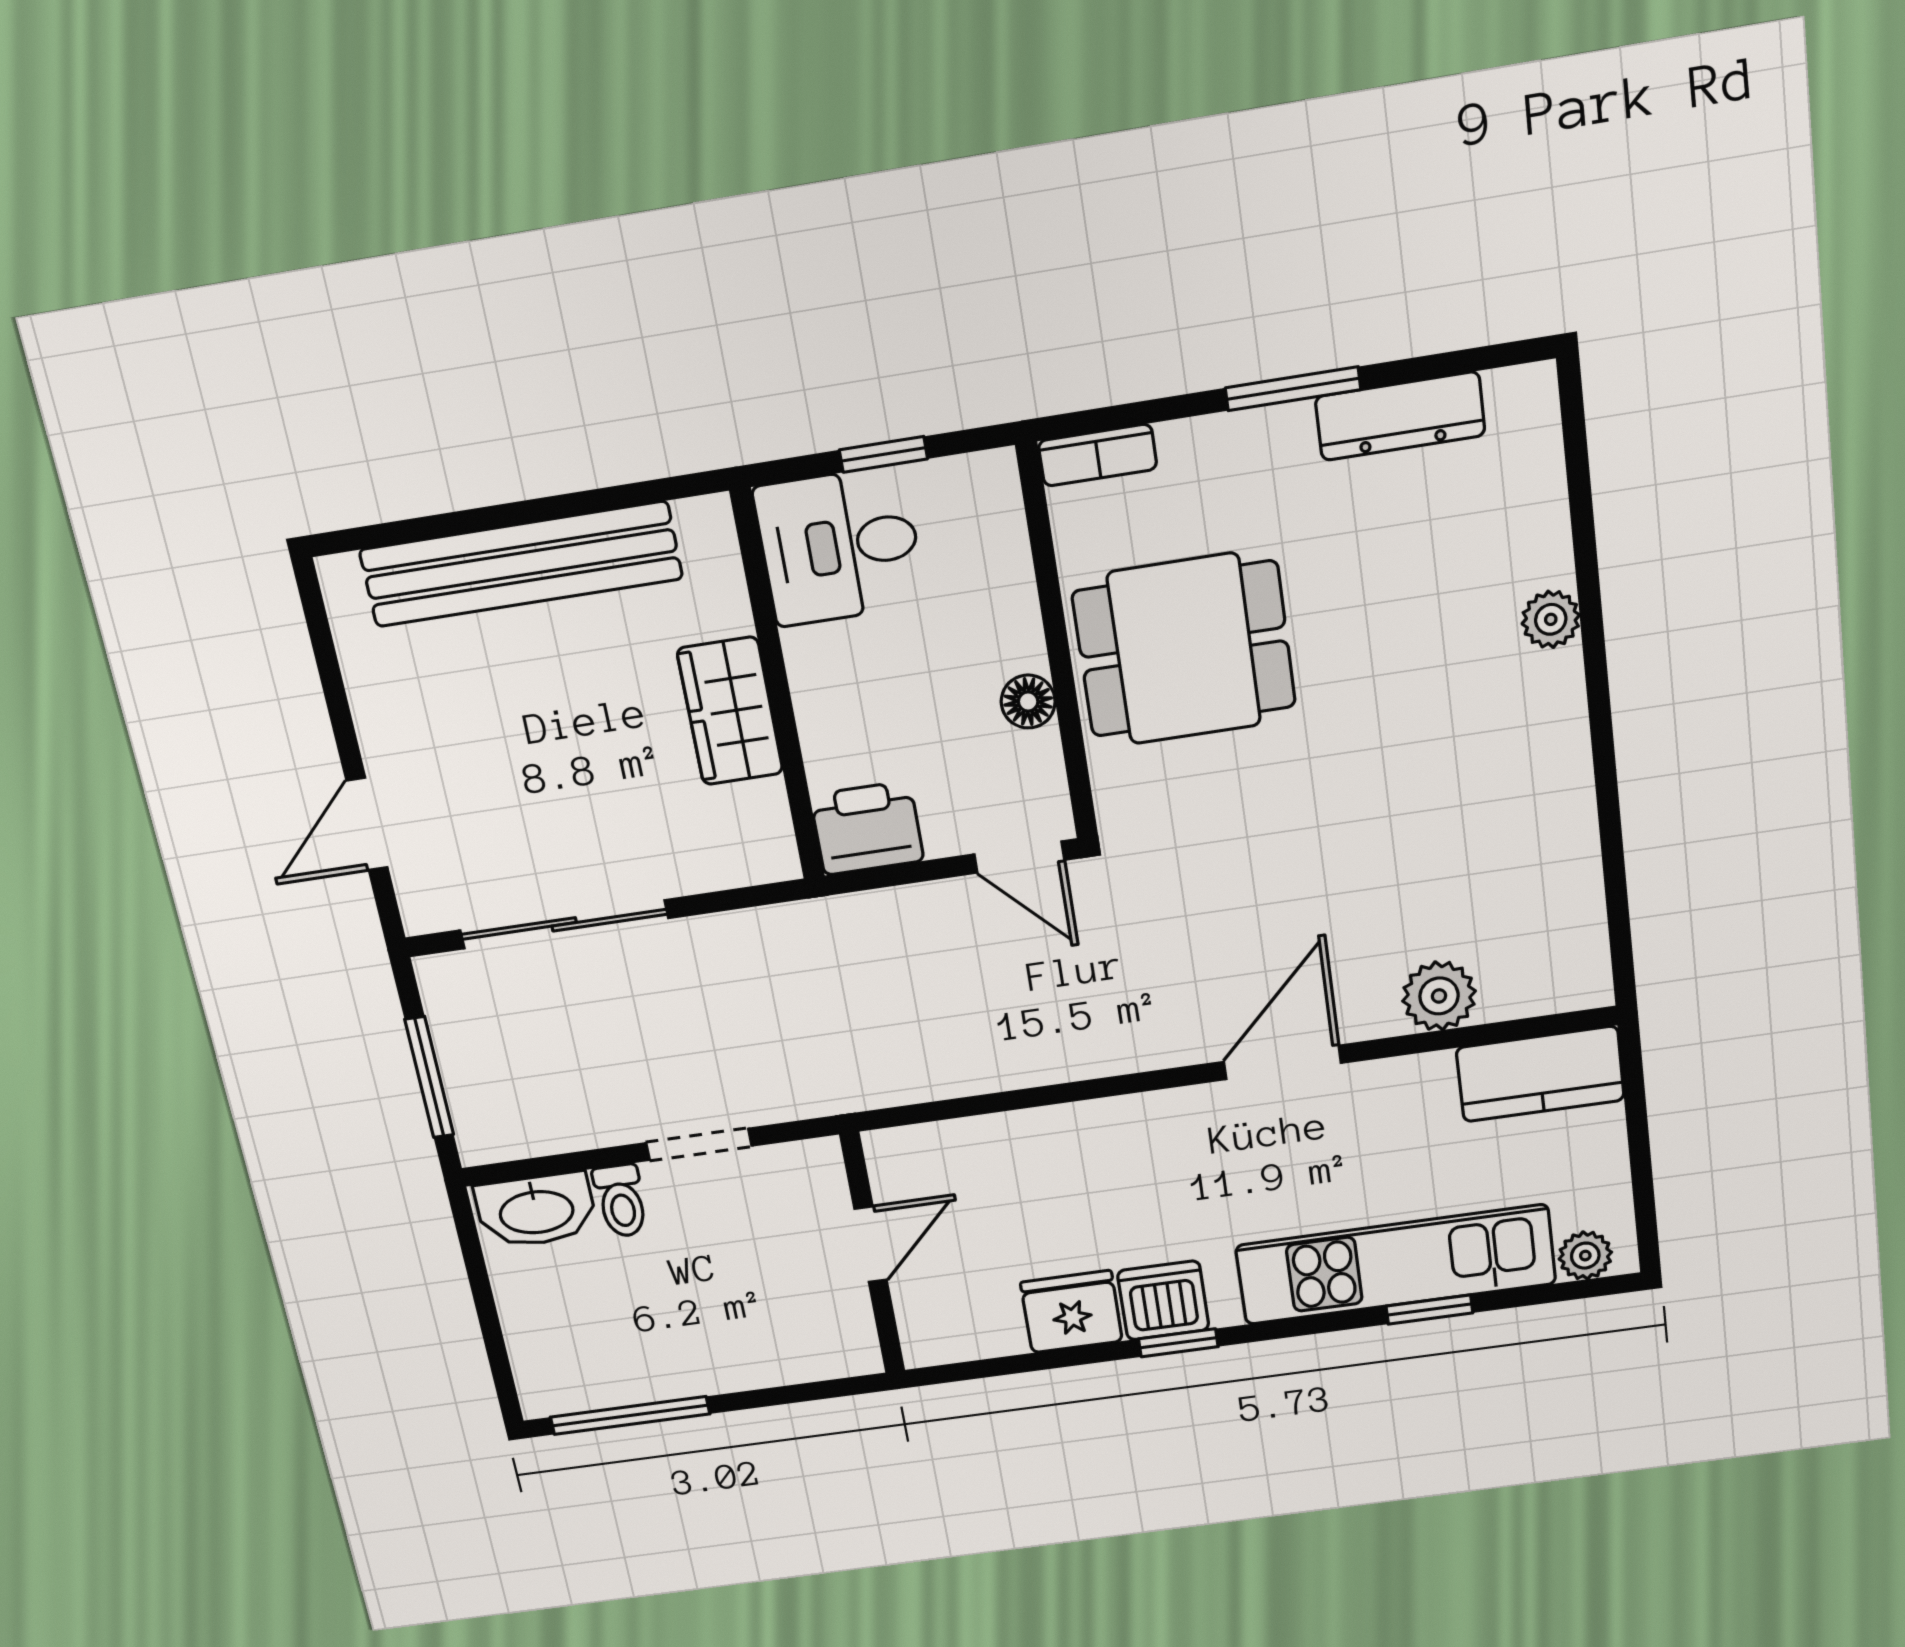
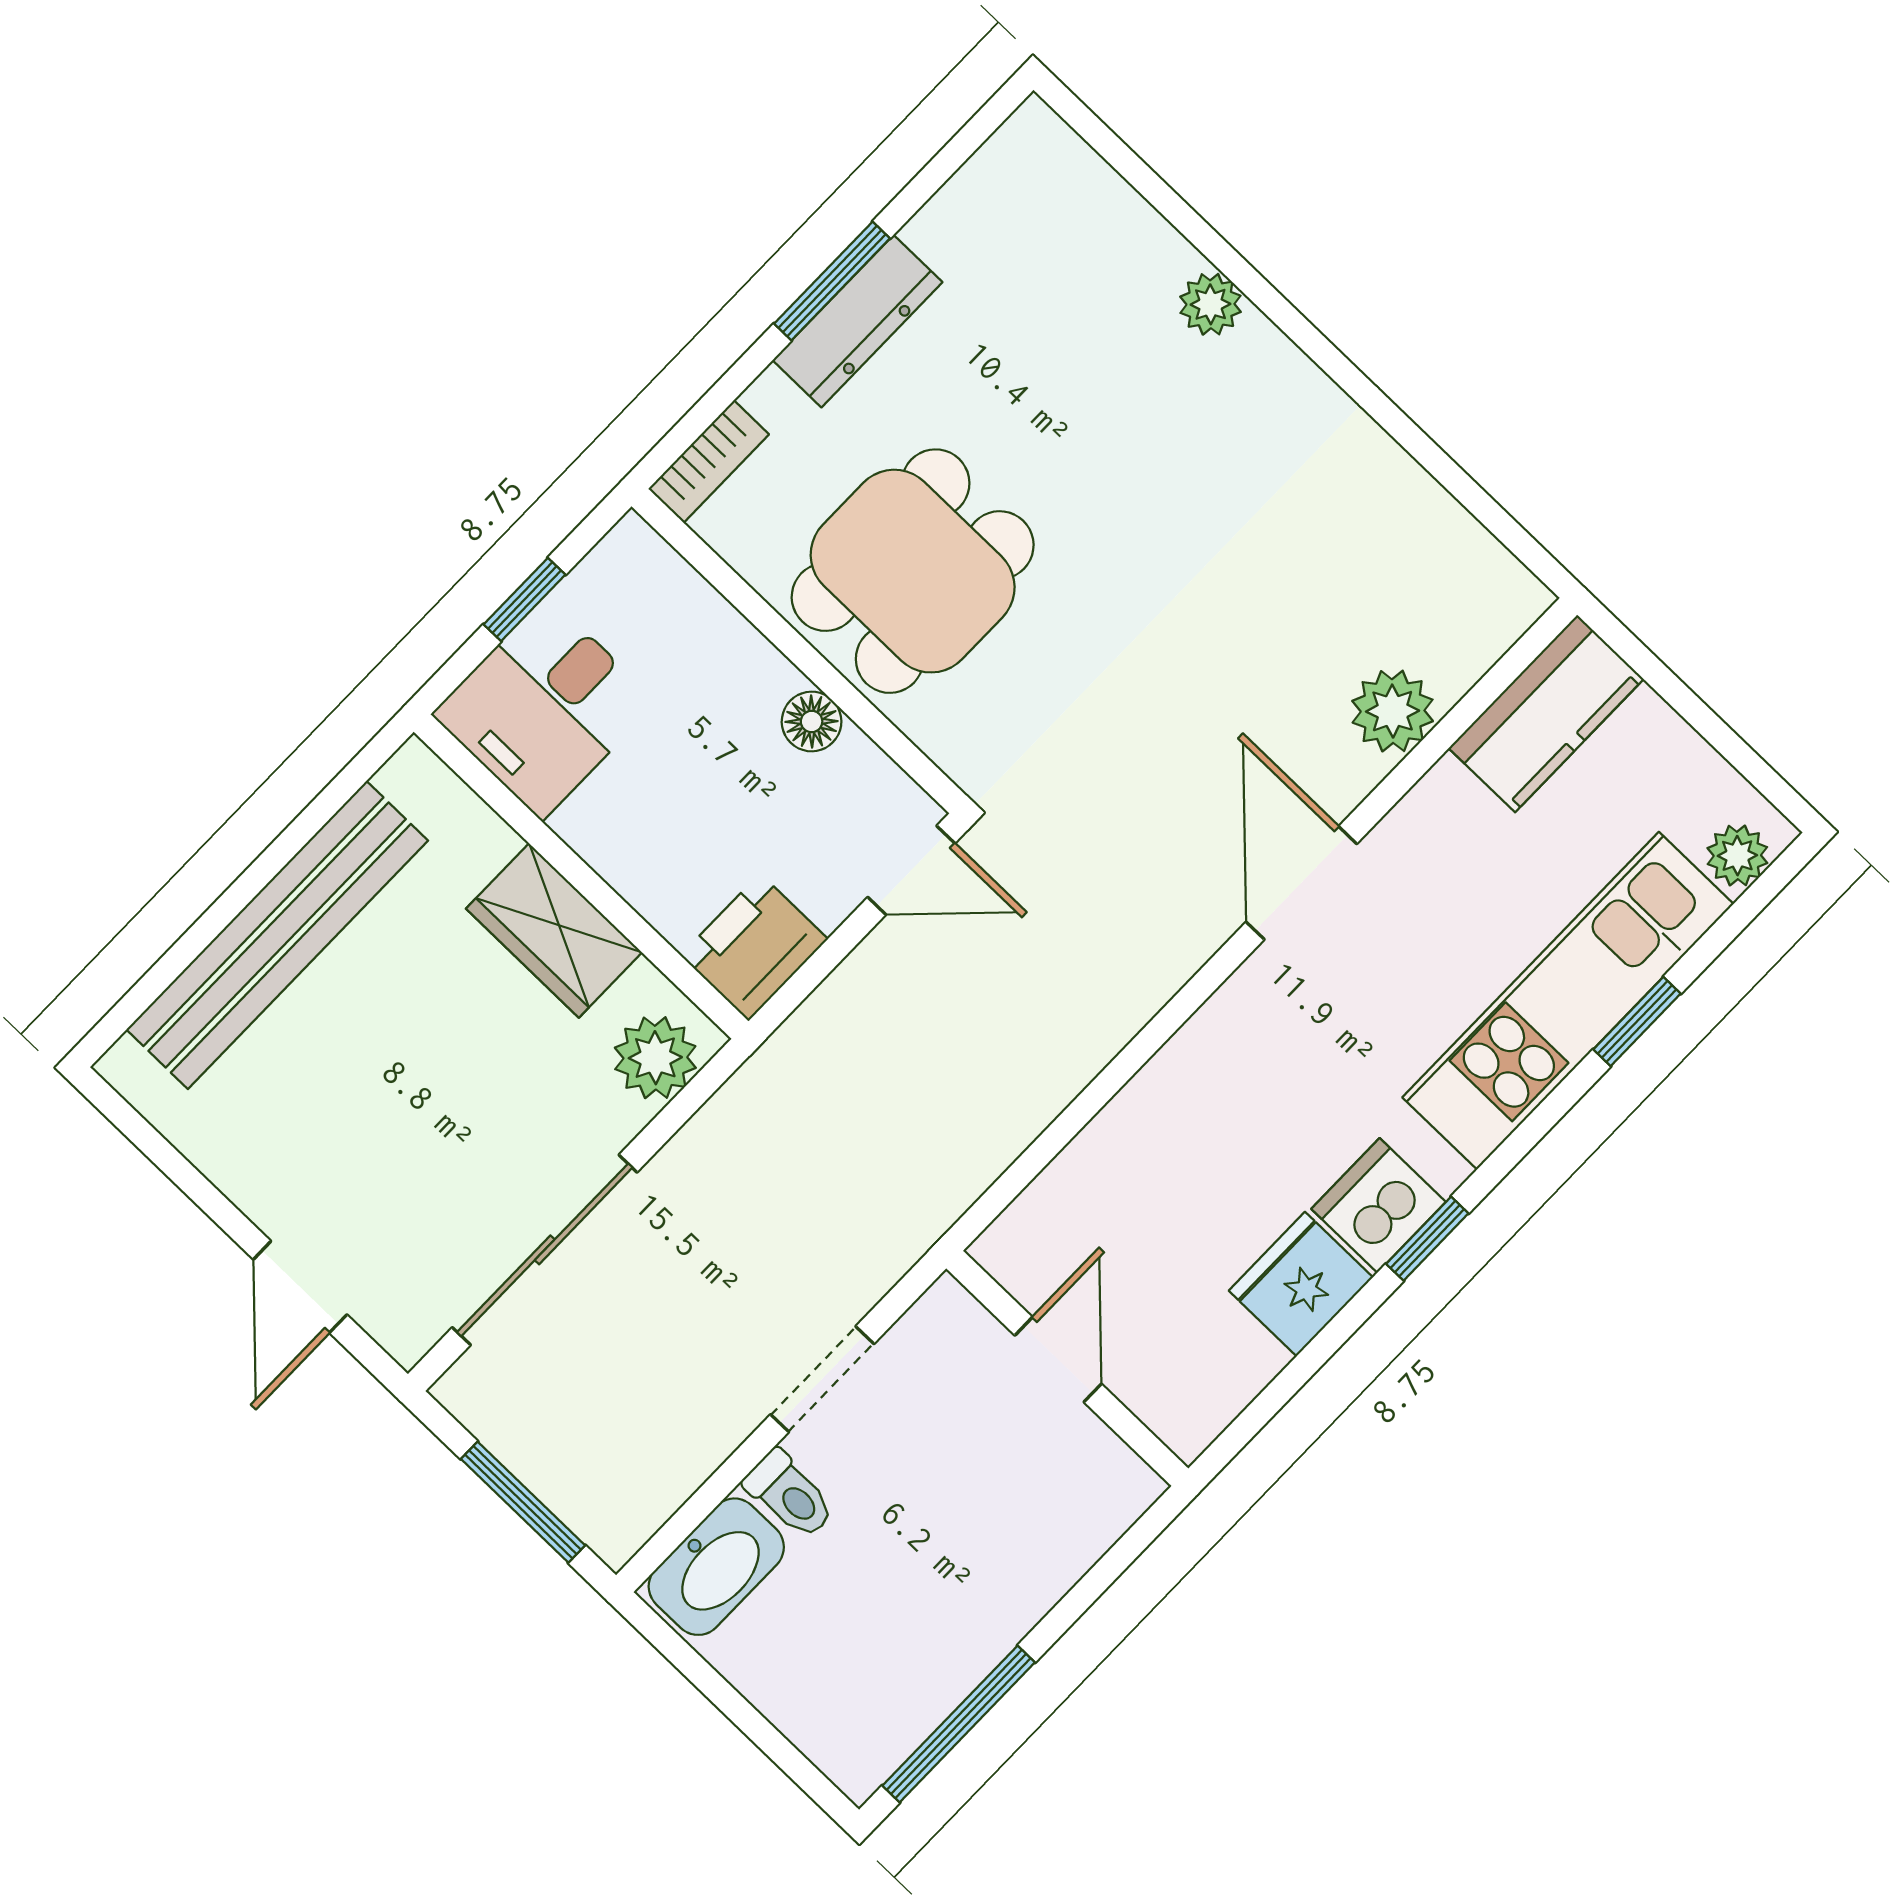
dresser: (1400, 416) -> (858, 321), moved
plant: (739, 852) -> (655, 1058), added

